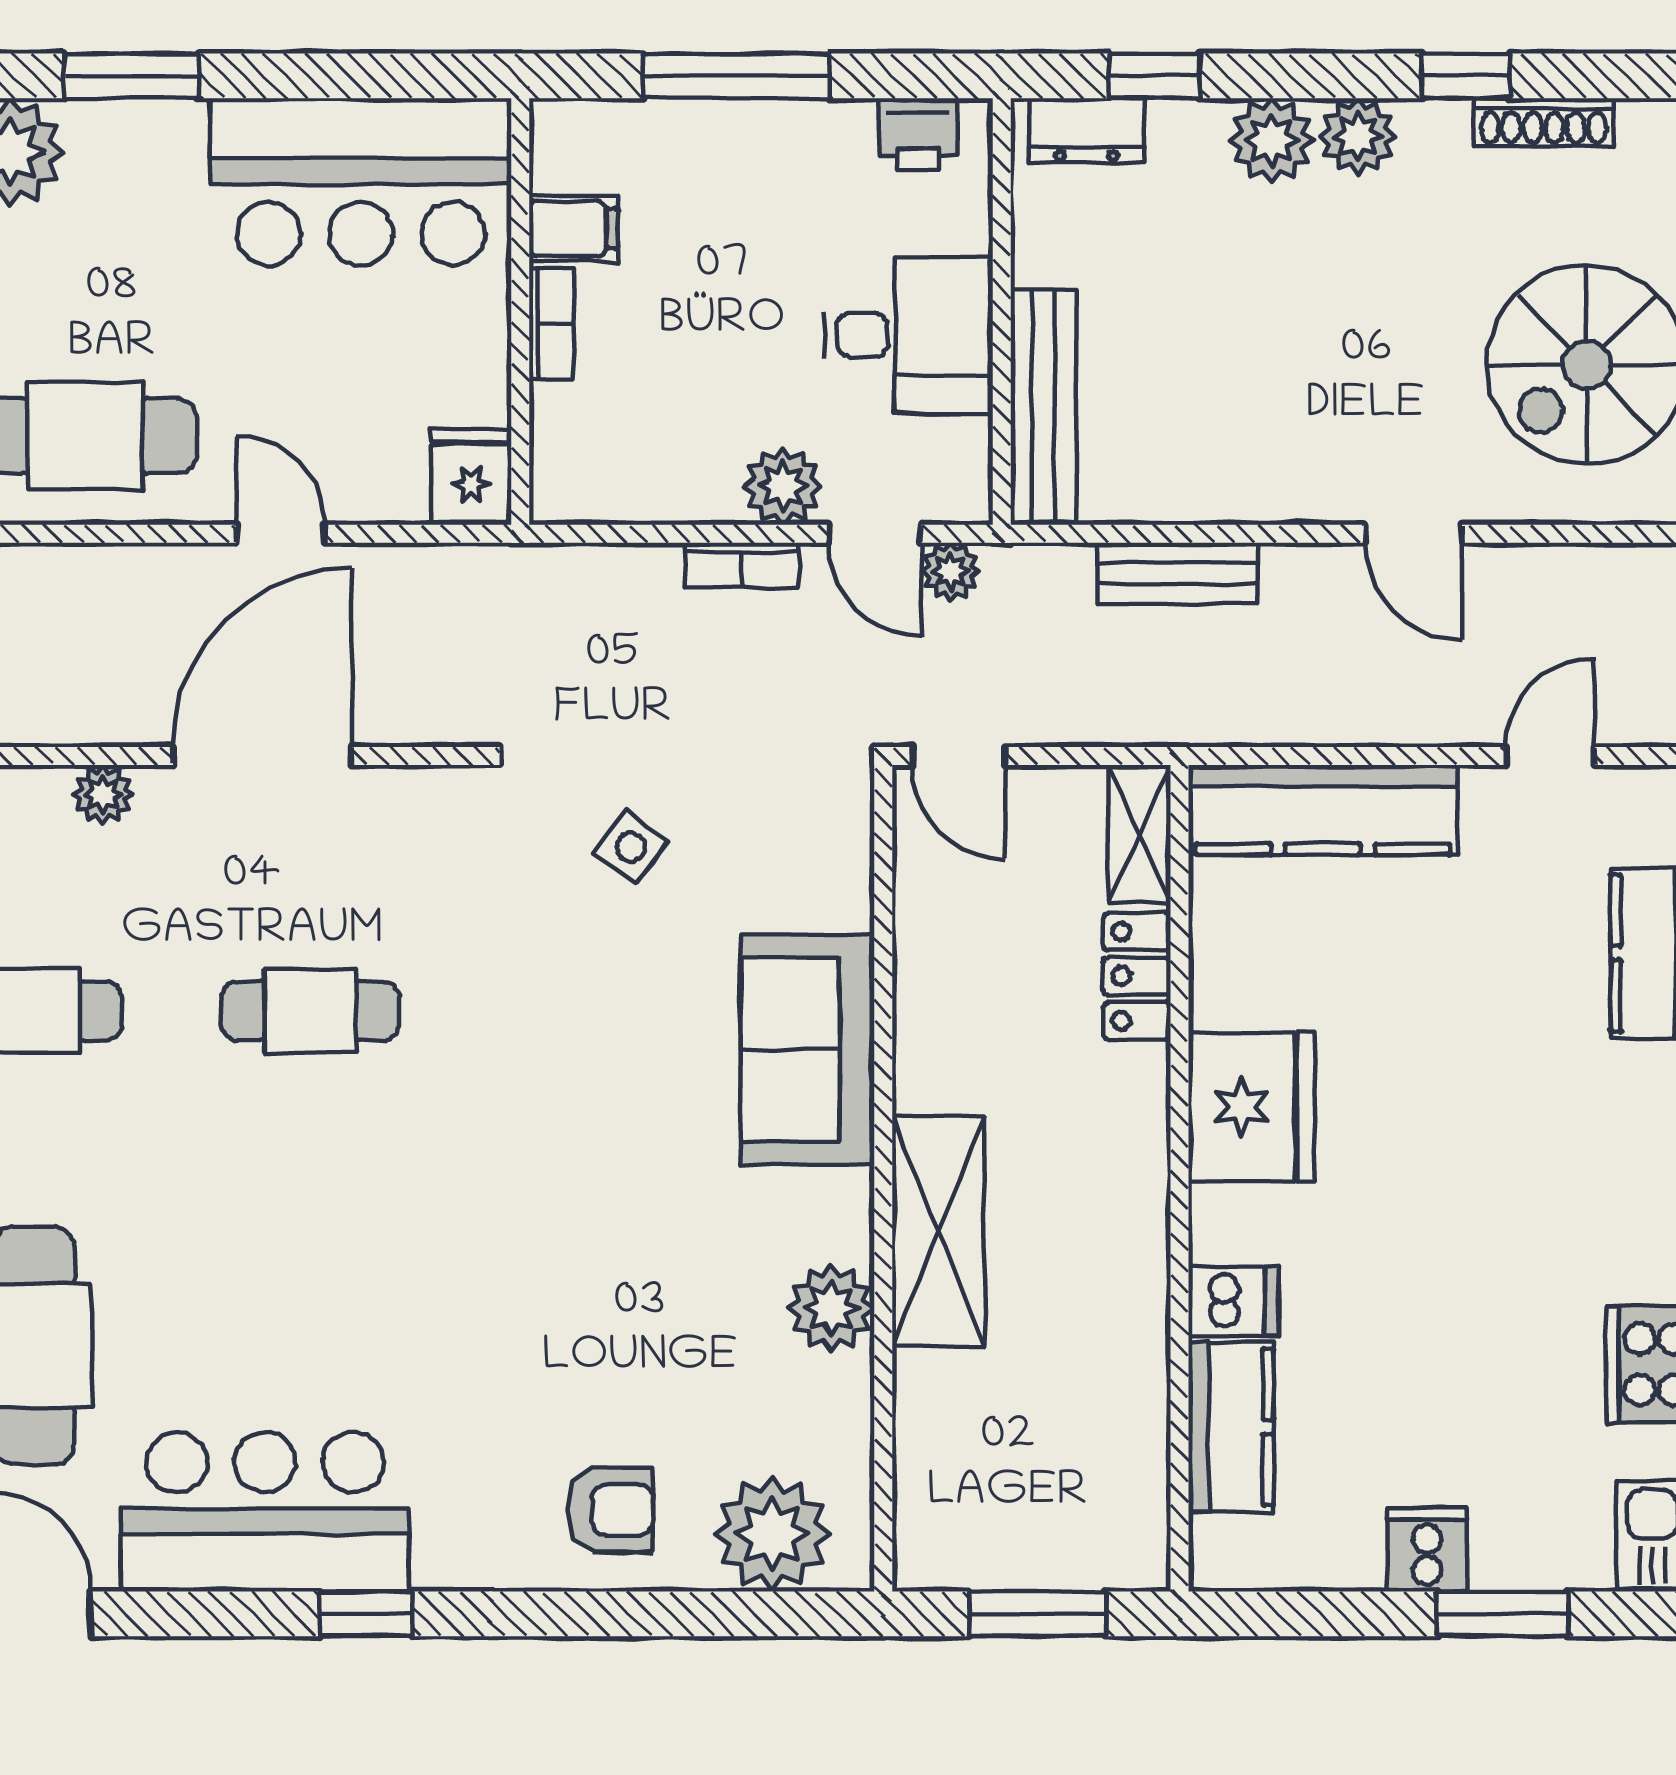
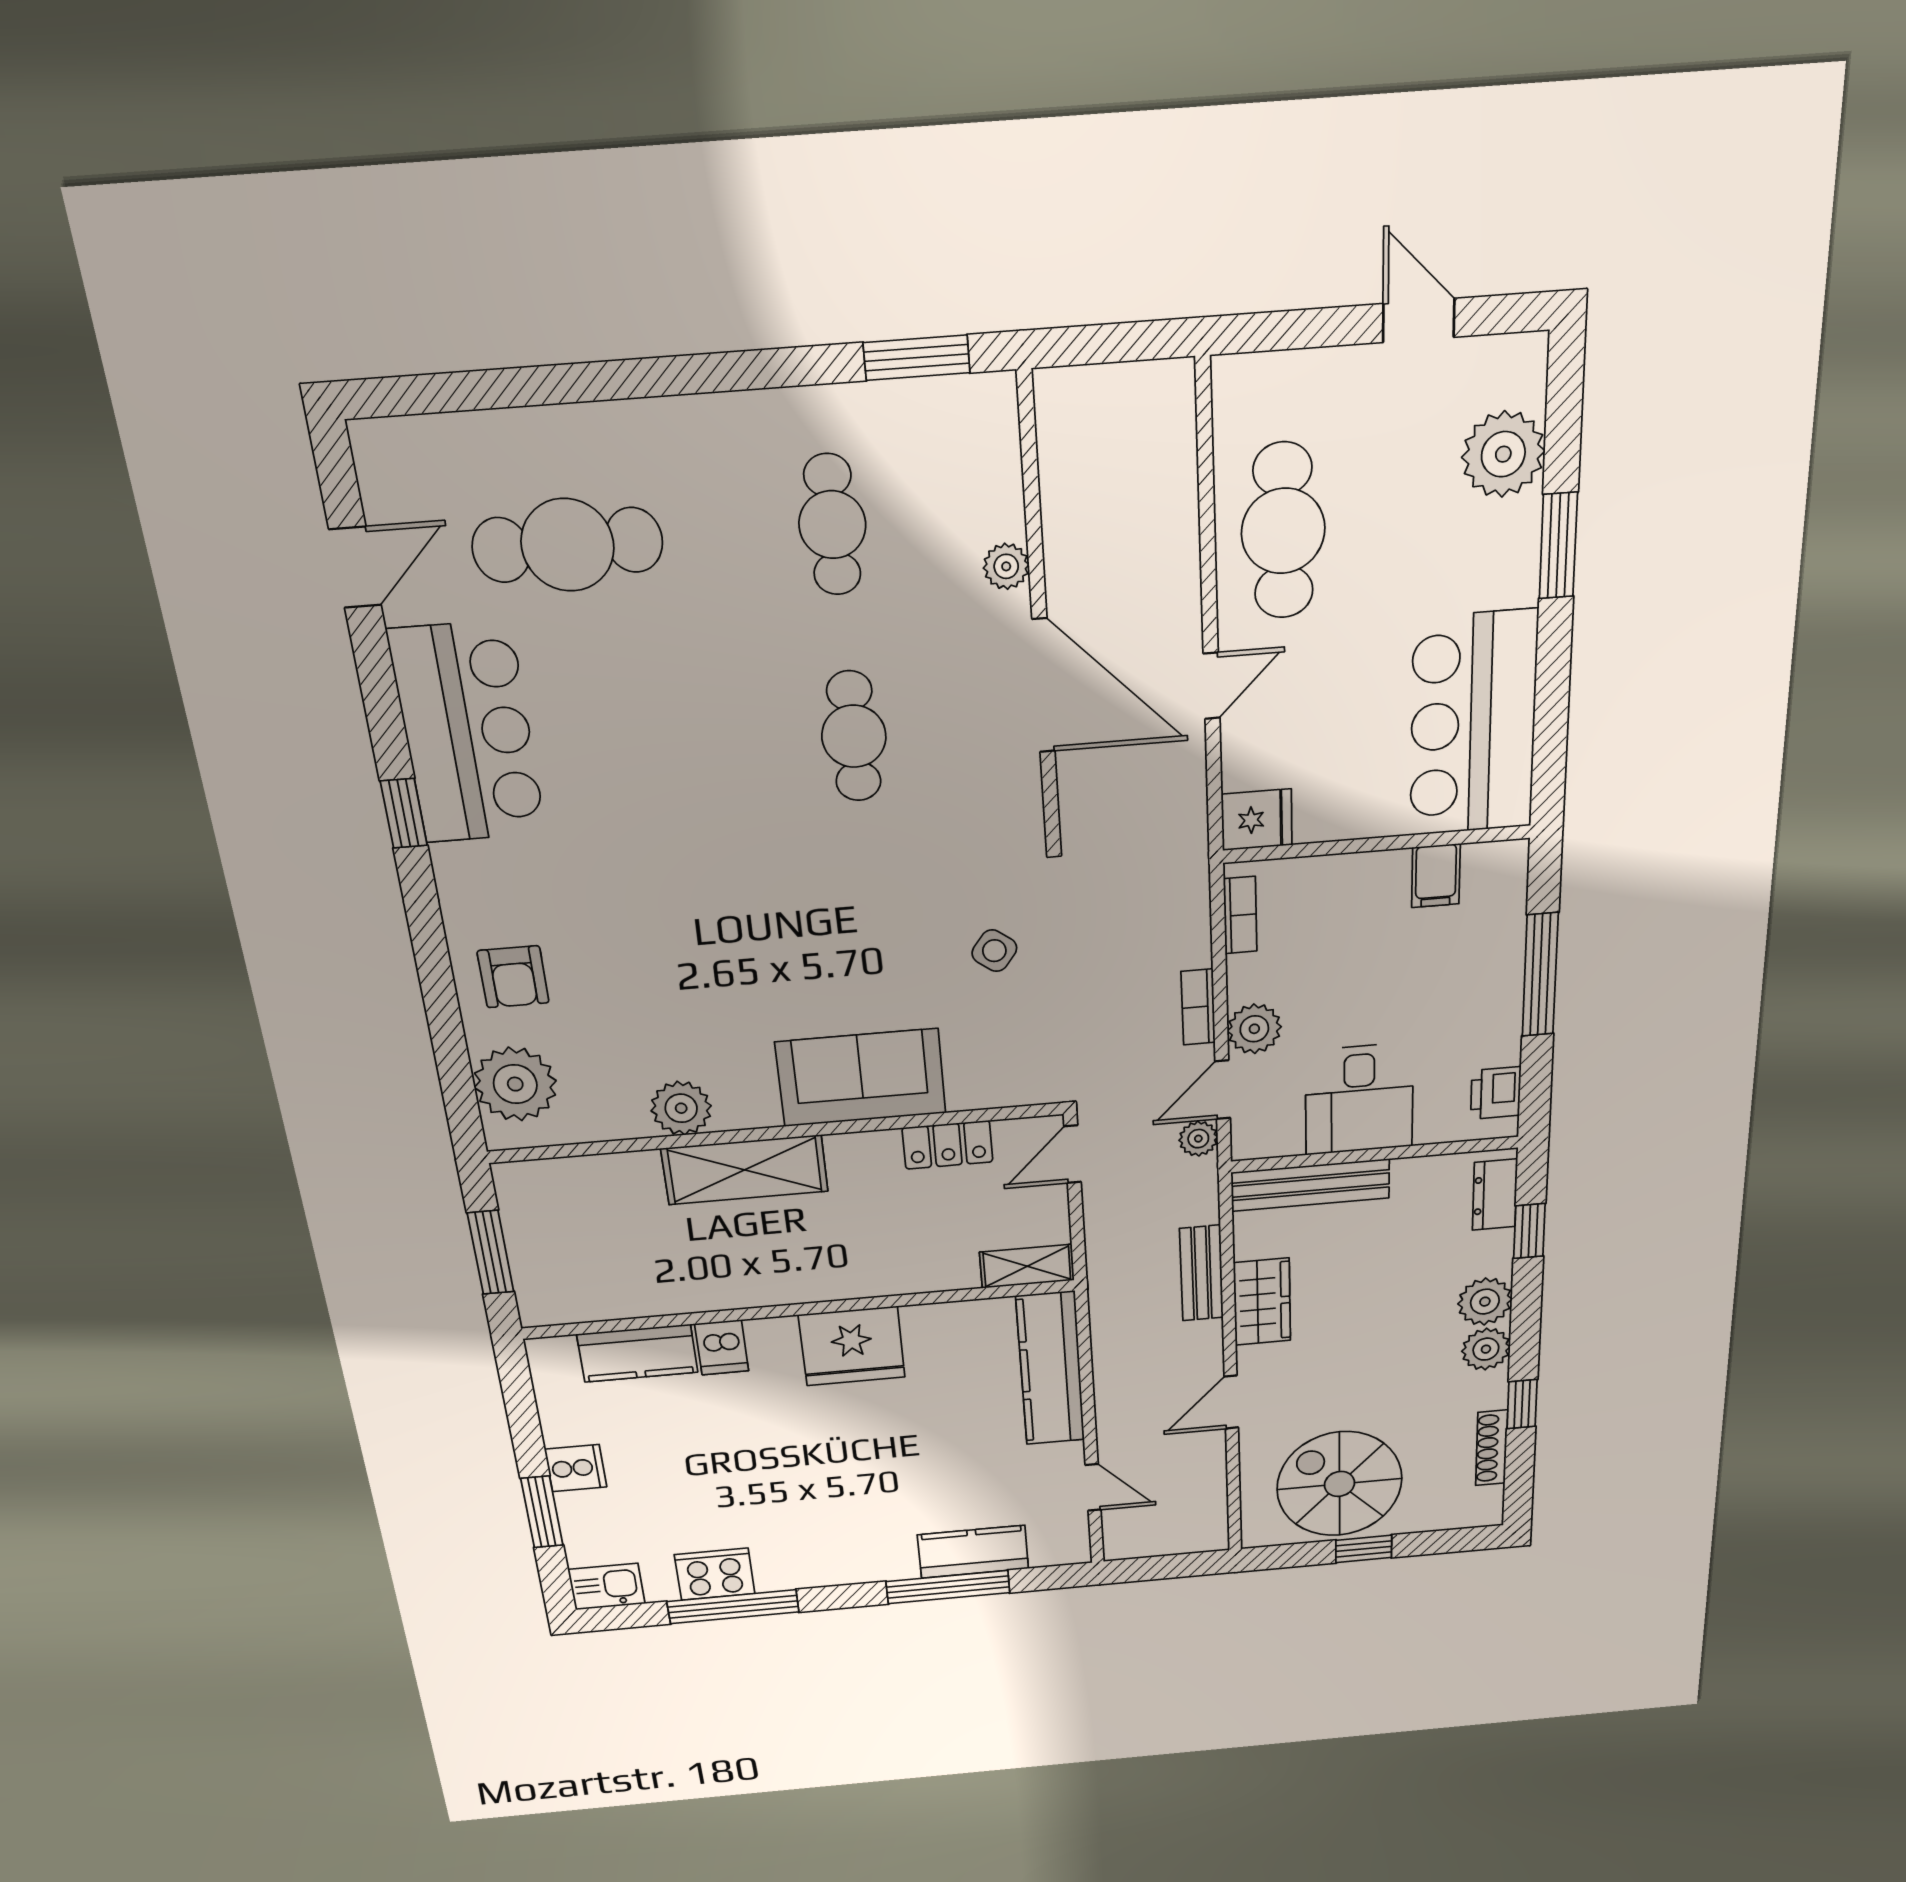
bookcase: (551, 323) -> (1240, 915), moved, turned -90
wardrobe: (1237, 483) -> (1262, 1302), added
locker: (1137, 976) -> (948, 1145), moved, turned 180

